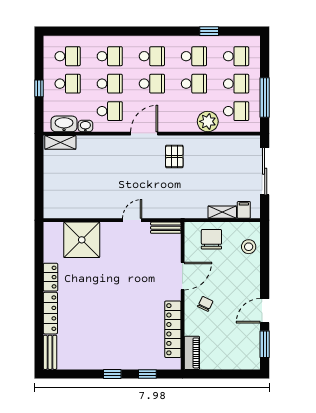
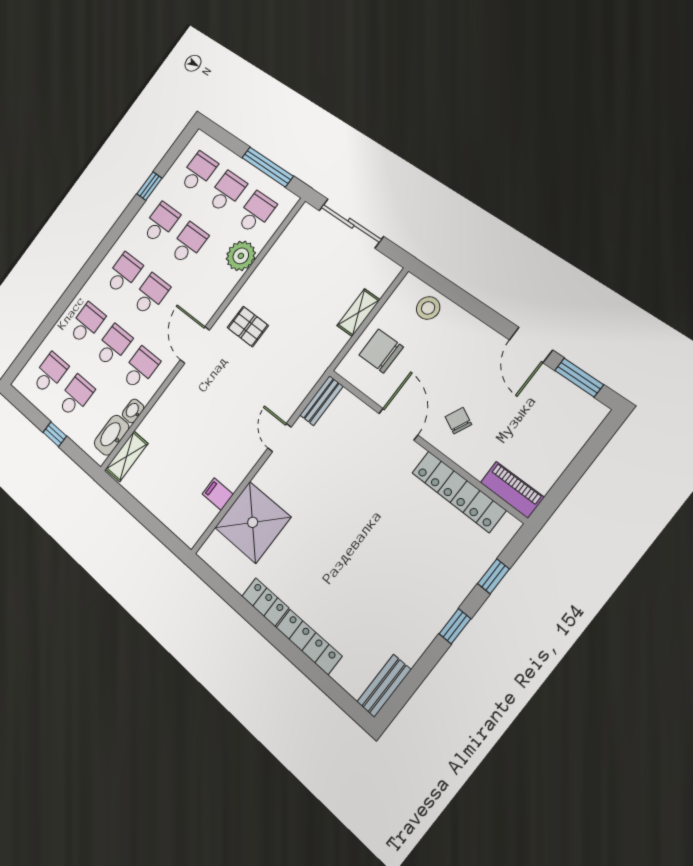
filing cabinet: (244, 210) -> (218, 494), moved
bench: (50, 352) -> (384, 686), moved, turned 90

